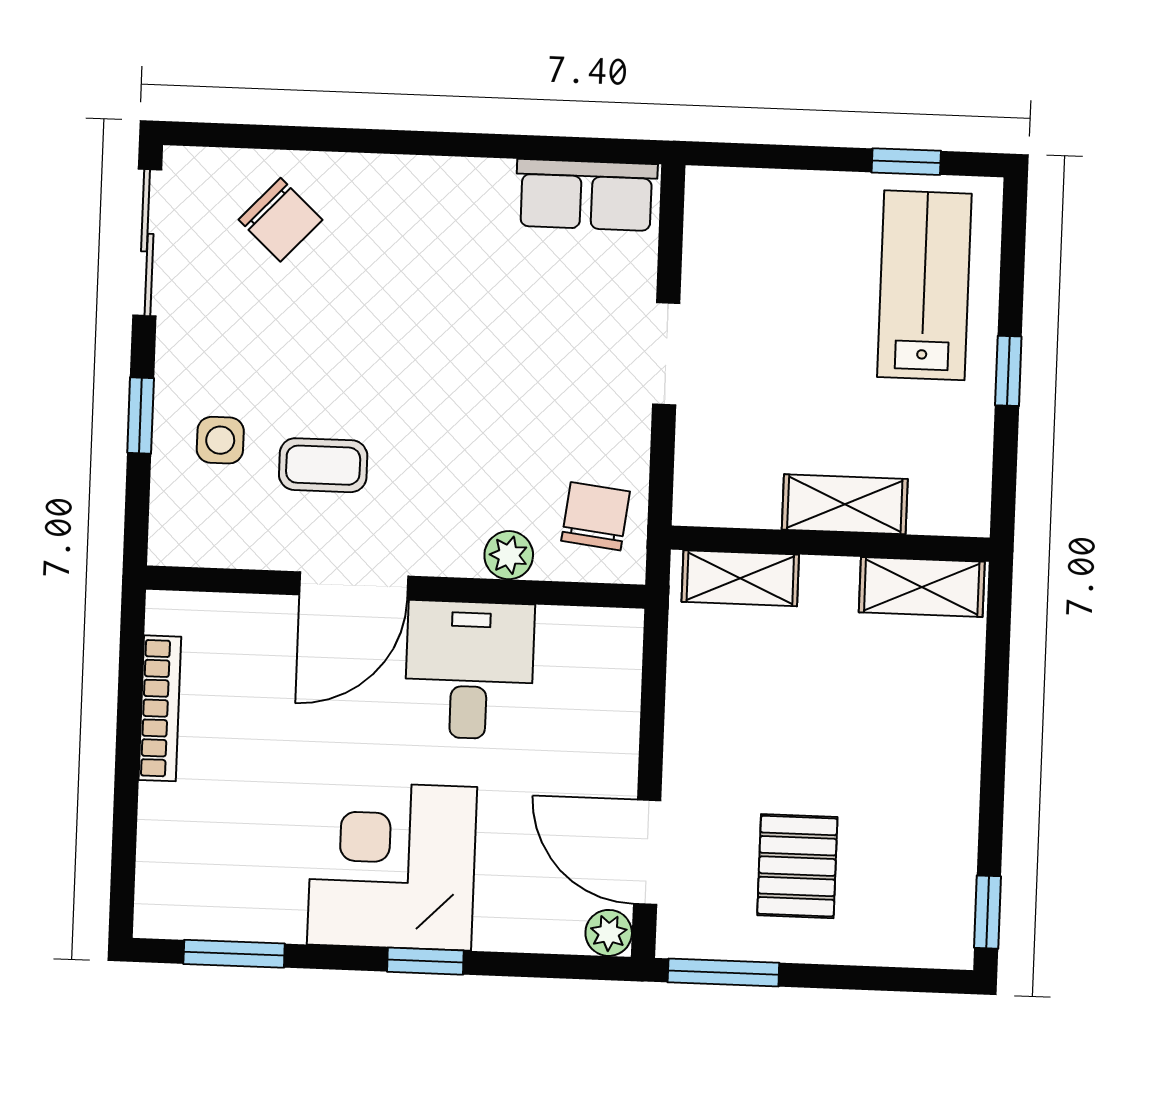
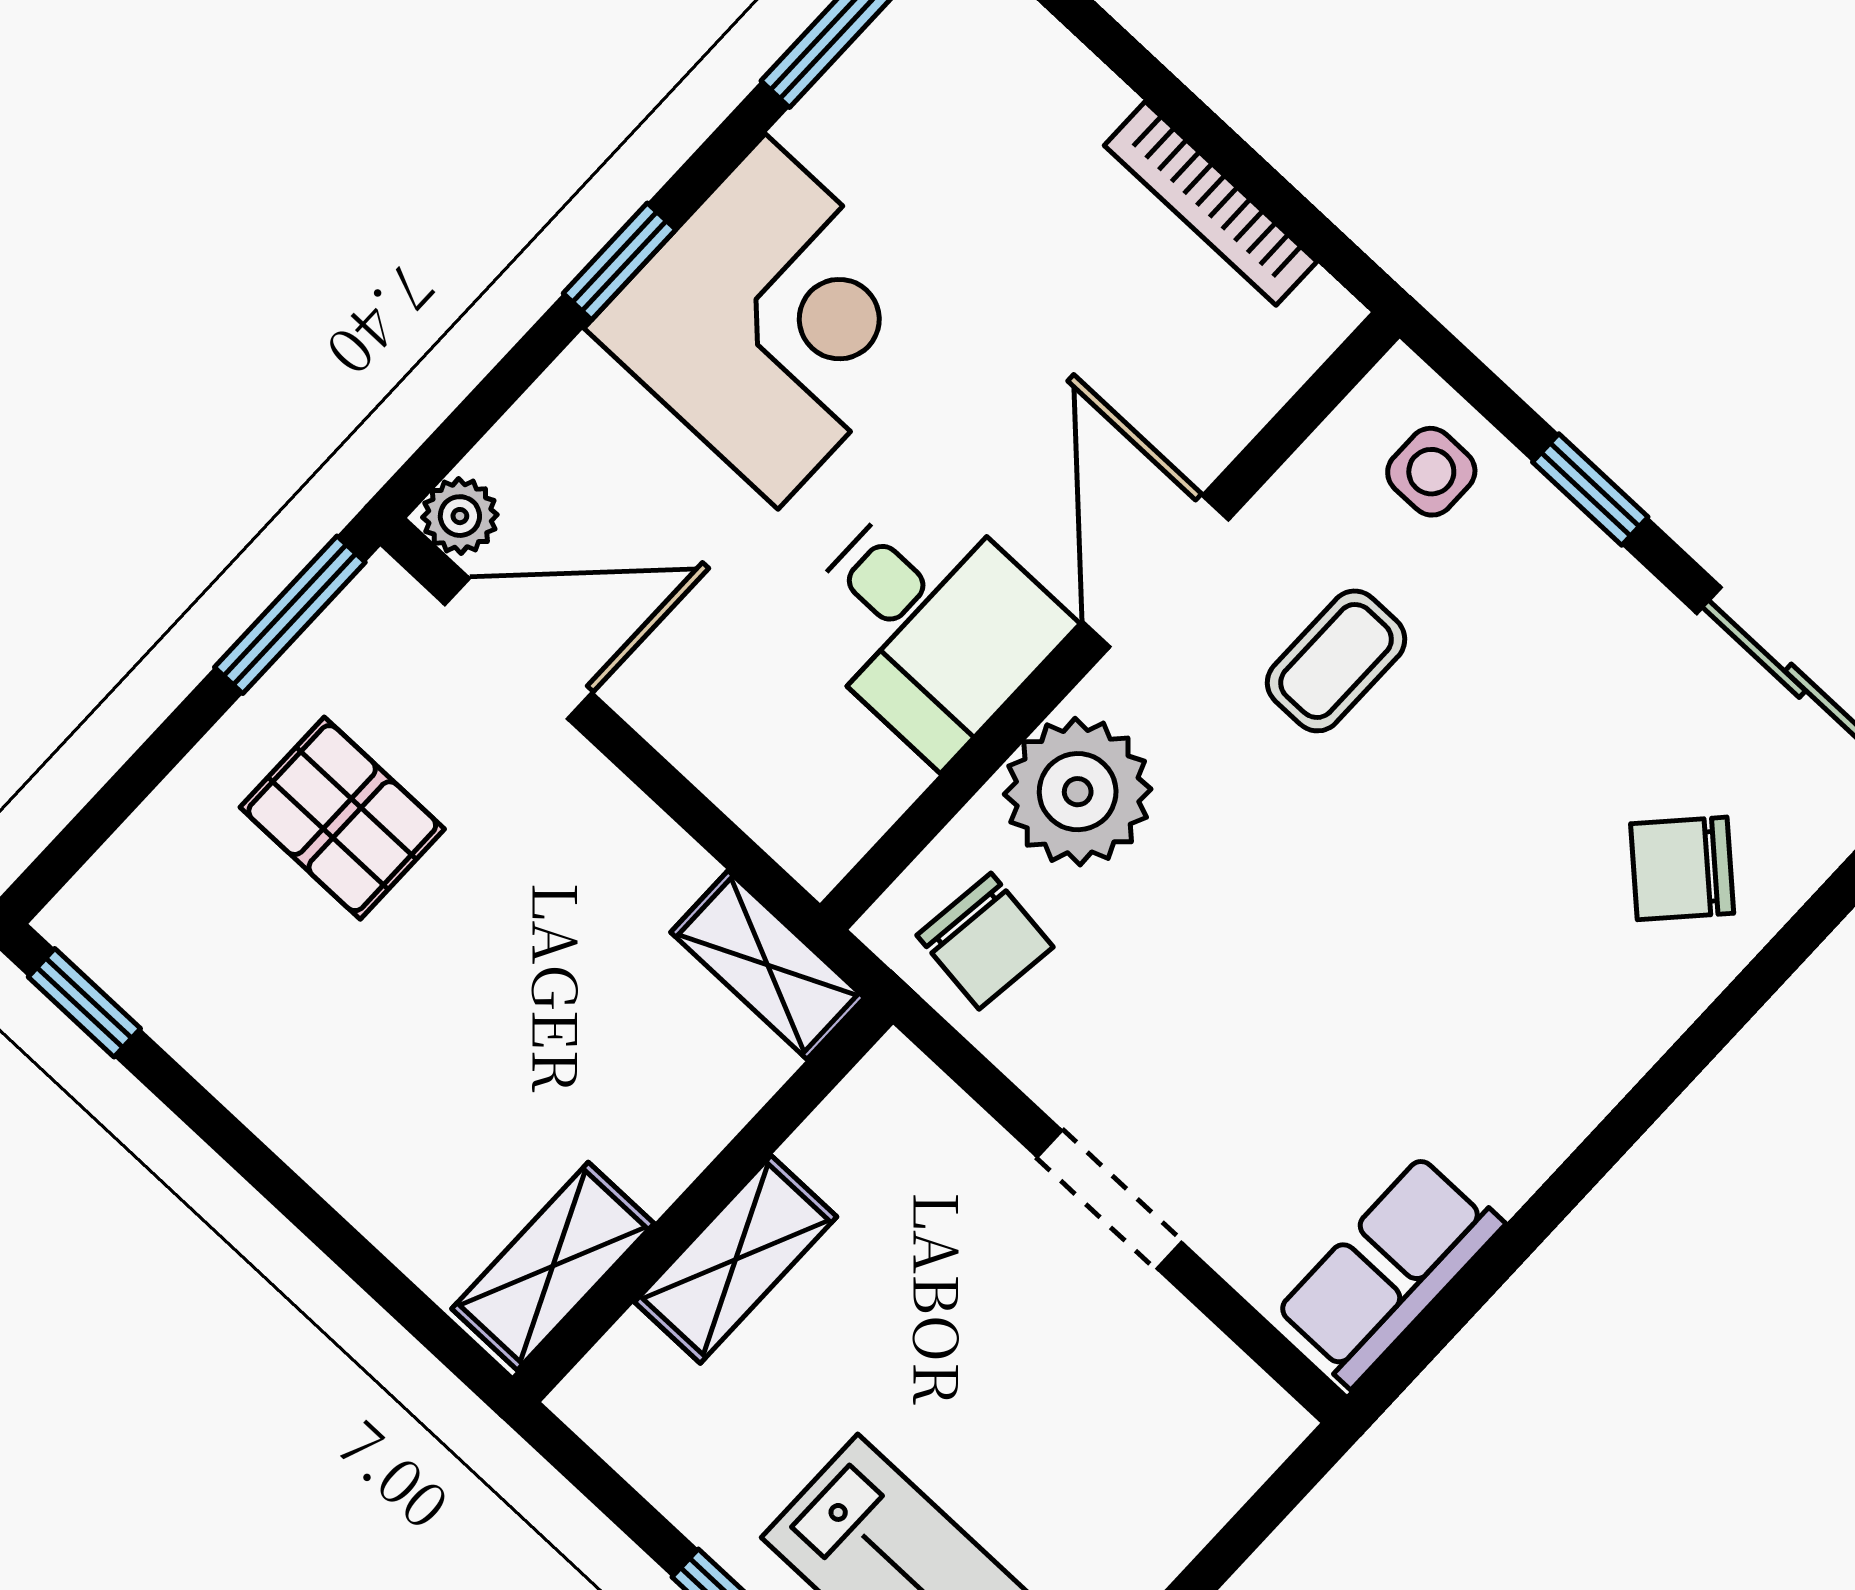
side table: (220, 440) -> (1431, 472), moved
plant: (509, 555) -> (1078, 792), width x1.88, depth x1.88
shelving: (740, 578) -> (768, 965), moved, turned 90

